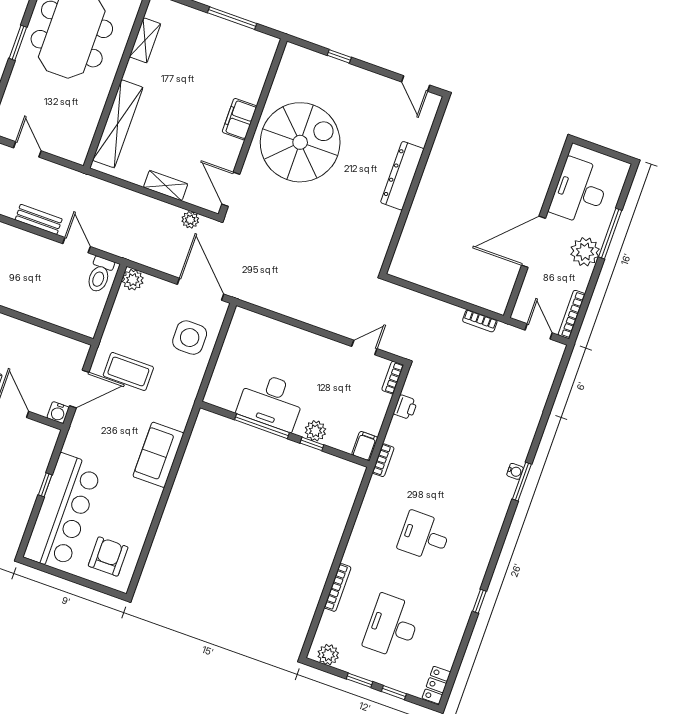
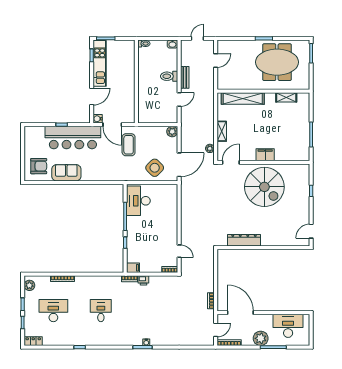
dresser: (402, 176) -> (244, 240), moved
door: (533, 242) -> (240, 313), moved
toilet: (100, 275) -> (169, 76), moved
side table: (190, 338) -> (155, 168), turned 45
desk: (271, 401) -> (138, 201), moved
printer: (405, 407) -> (143, 280), moved
plant: (315, 431) -> (132, 242), removed
sofa: (158, 455) -> (66, 173), moved
bar counter: (63, 512) -> (73, 138), moved

